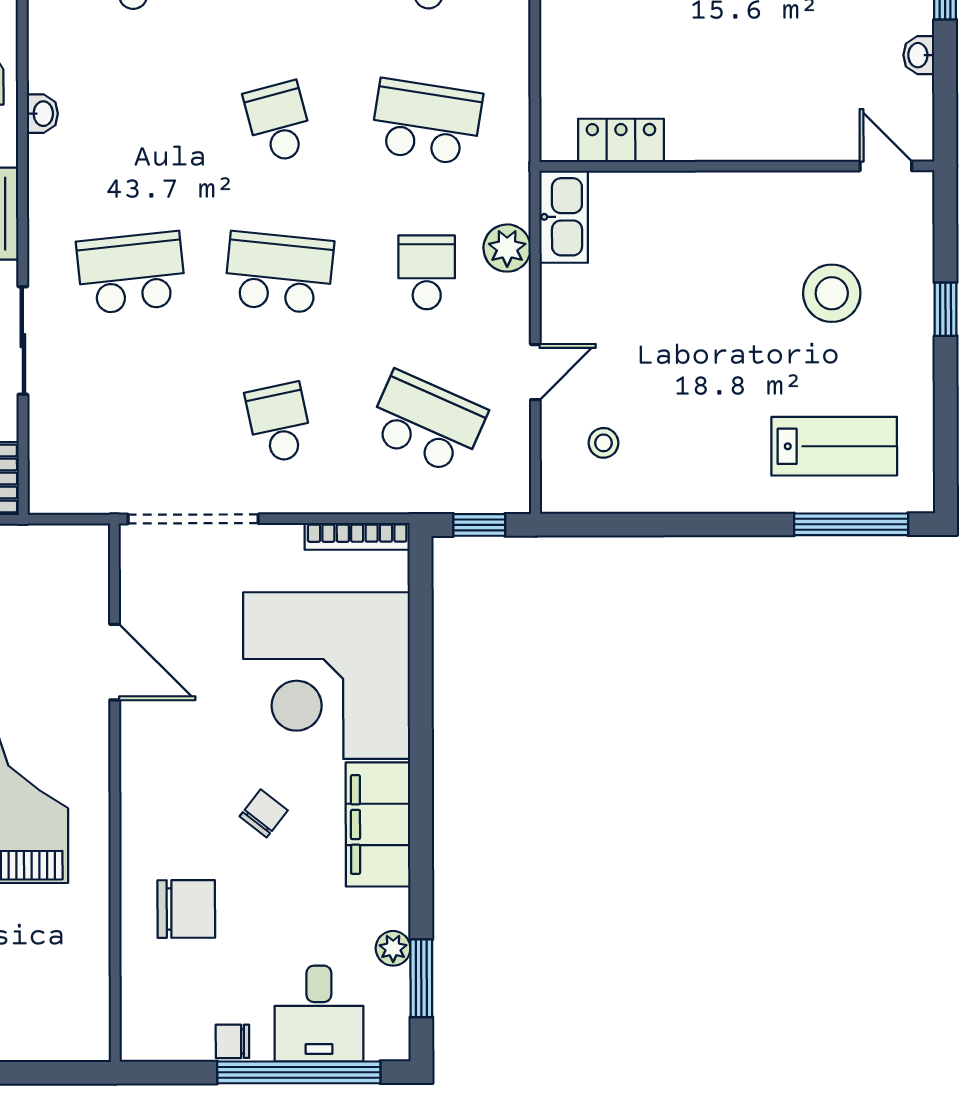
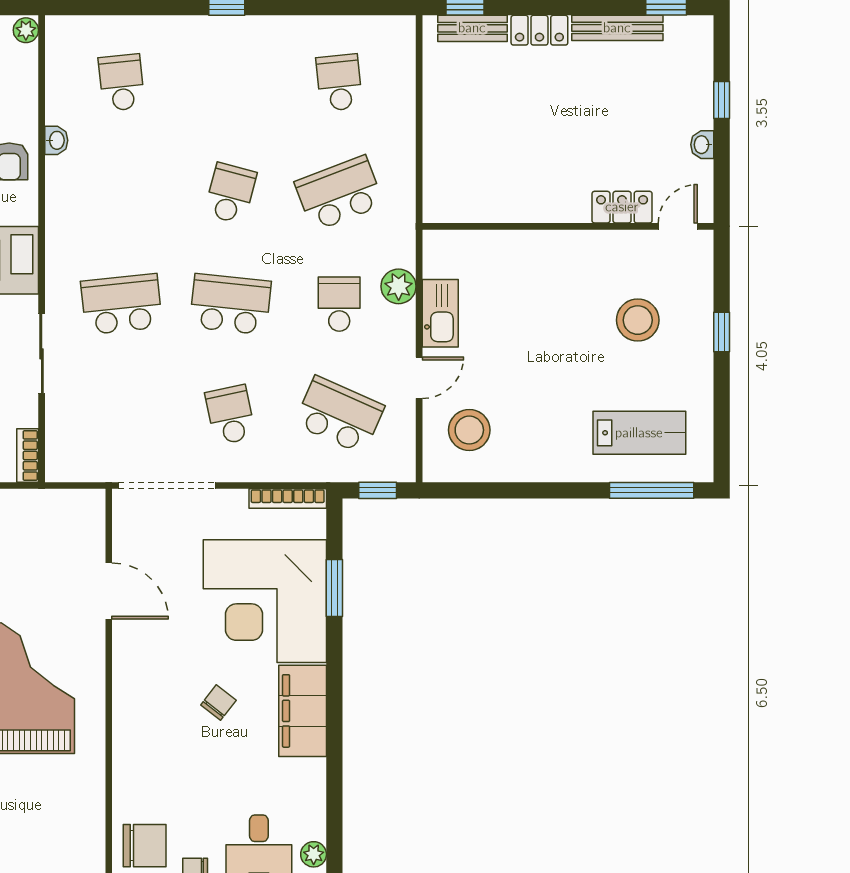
washbasin: (42, 114) -> (56, 140), moved
school desk: (279, 122) -> (230, 193), turned 30
school desk: (426, 122) -> (339, 193), turned -30
locker: (621, 140) -> (622, 207), moved
door: (886, 166) -> (678, 226), hinge flipped
kitchen sink: (564, 217) -> (440, 313), moved
stool: (603, 443) -> (469, 430), width x1.89, depth x1.89
chair: (186, 909) -> (145, 846), moved
plant: (393, 948) -> (314, 854), moved
window: (421, 978) -> (334, 588), moved

